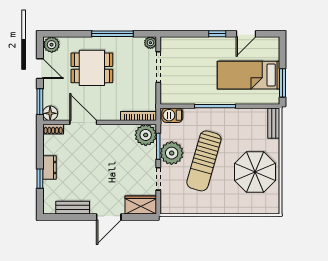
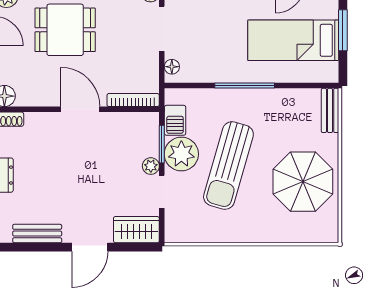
window: (282, 83) -> (343, 30), moved
floor lamp: (165, 93) -> (172, 67), added
barbecue: (172, 115) -> (175, 120), moved, turned -90
door: (83, 122) -> (80, 109), moved
plant: (146, 135) -> (151, 166), moved, width x0.53, depth x0.53

